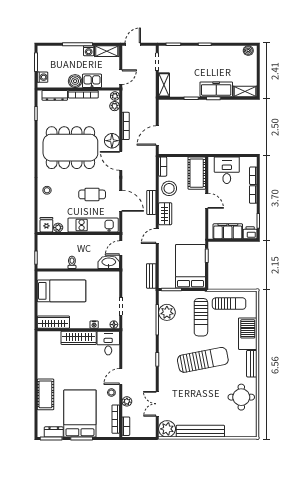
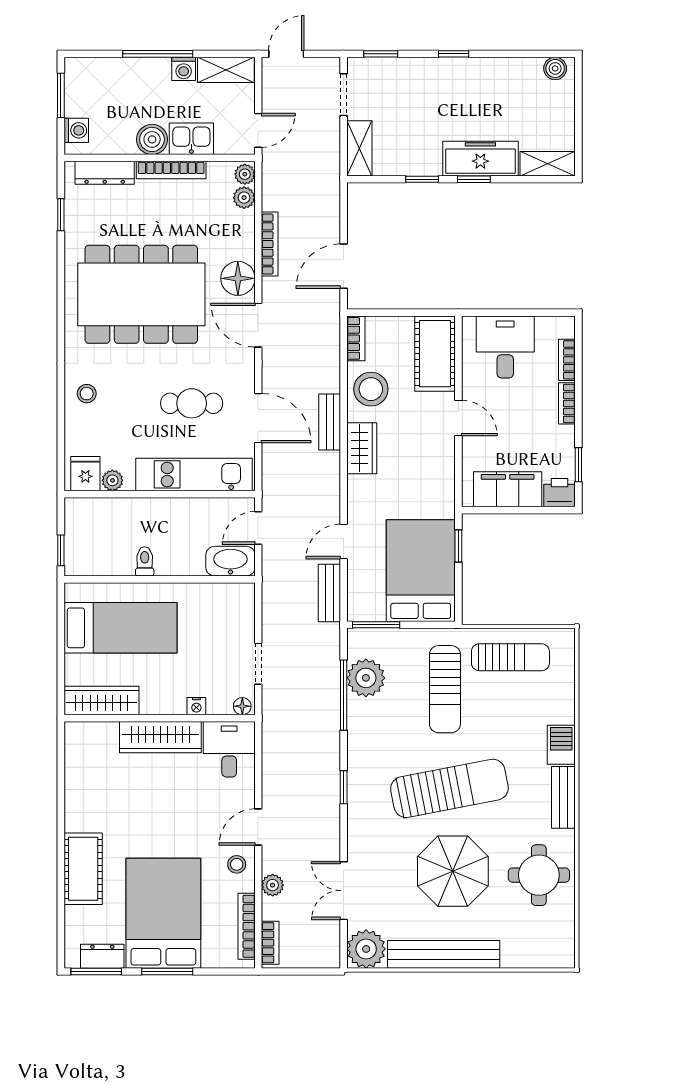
door: (157, 236) -> (344, 541), moved
barbecue: (248, 334) -> (561, 745), width x0.53, depth x0.65
parasol: (204, 395) -> (453, 871), added

